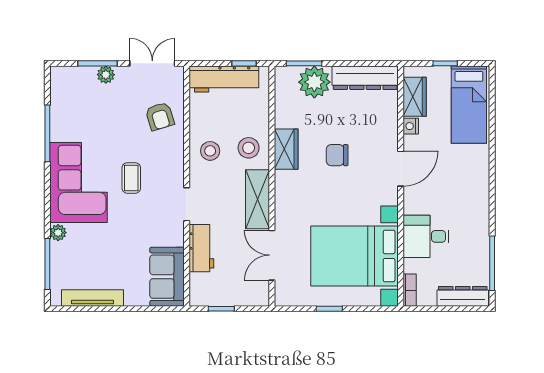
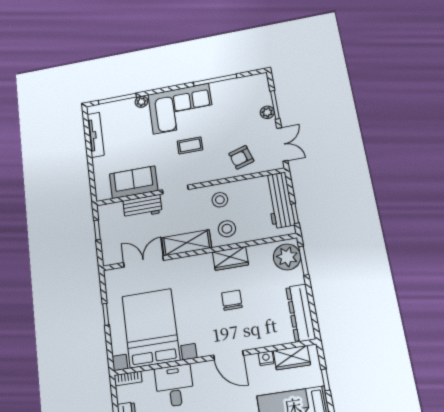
plant: (314, 82) -> (287, 257), moved
sofa: (167, 277) -> (134, 182), moved

